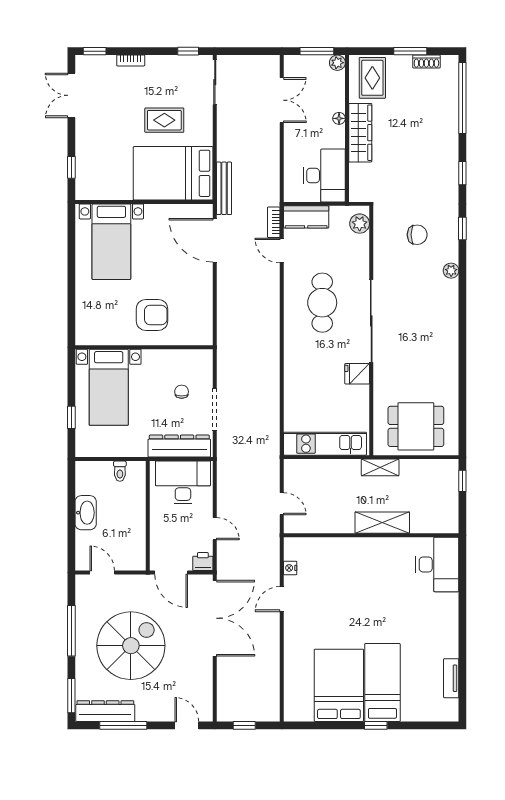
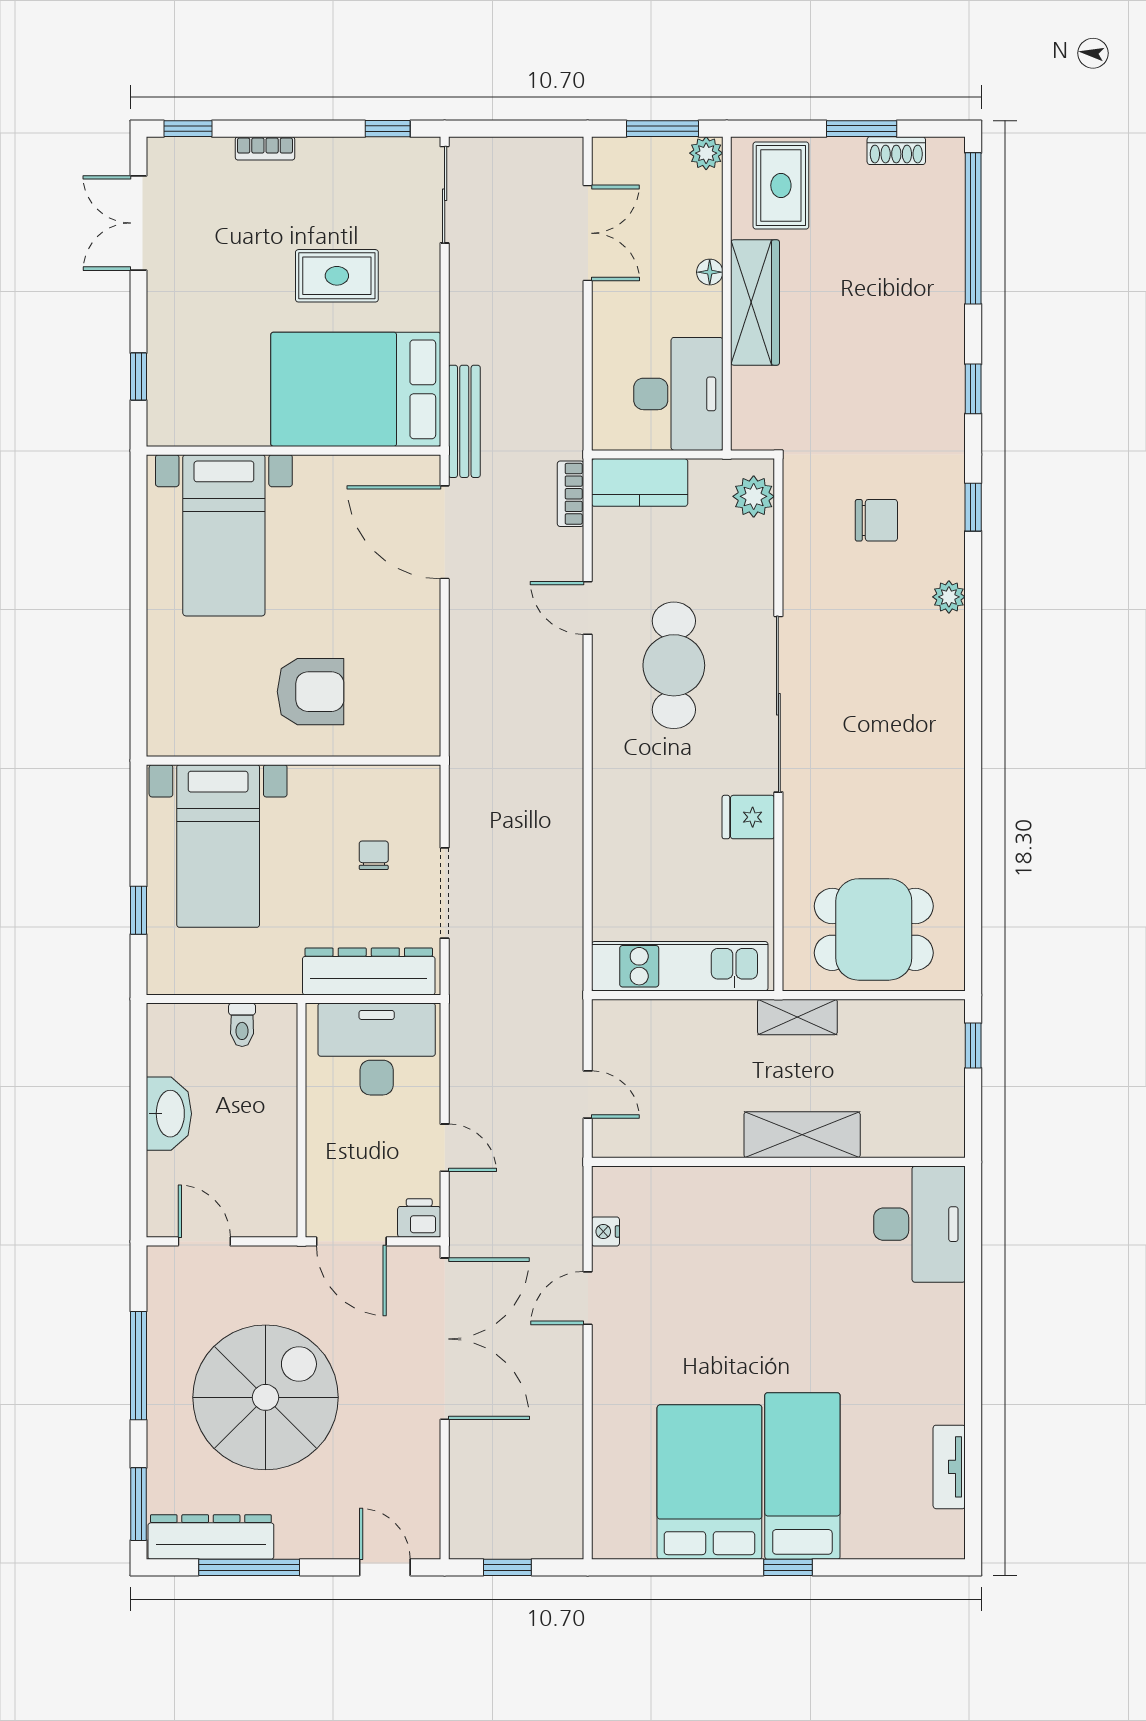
door: (282, 251) -> (588, 608), moved

